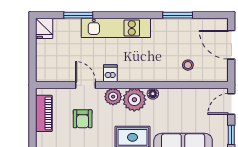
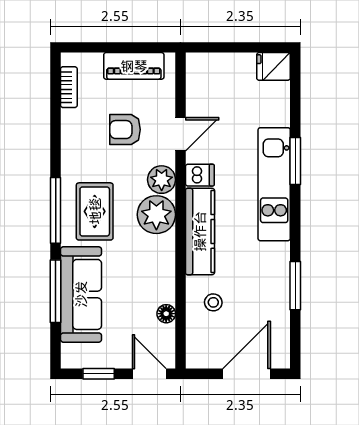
window: (78, 15) -> (295, 161), moved
kitchen counter: (145, 73) -> (200, 231), added
floor lamp: (153, 94) -> (166, 314), moved

